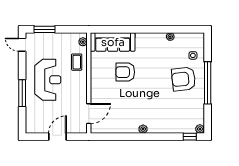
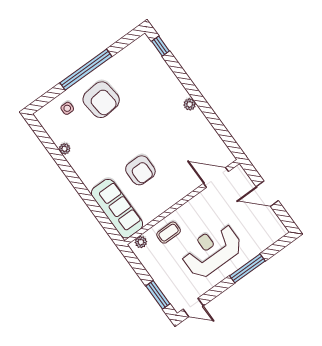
door: (22, 45) -> (193, 308), hinge flipped
plant: (200, 129) -> (144, 41), removed

